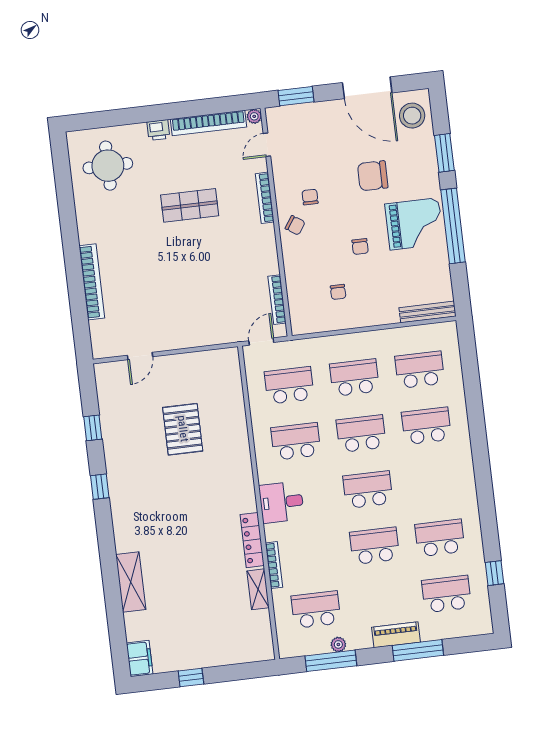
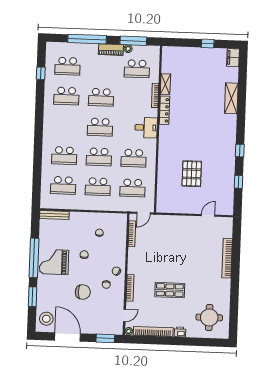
chair: (373, 176) -> (83, 292), moved
piano: (396, 635) -> (111, 50), moved
window: (418, 650) -> (87, 39), width x1.46

